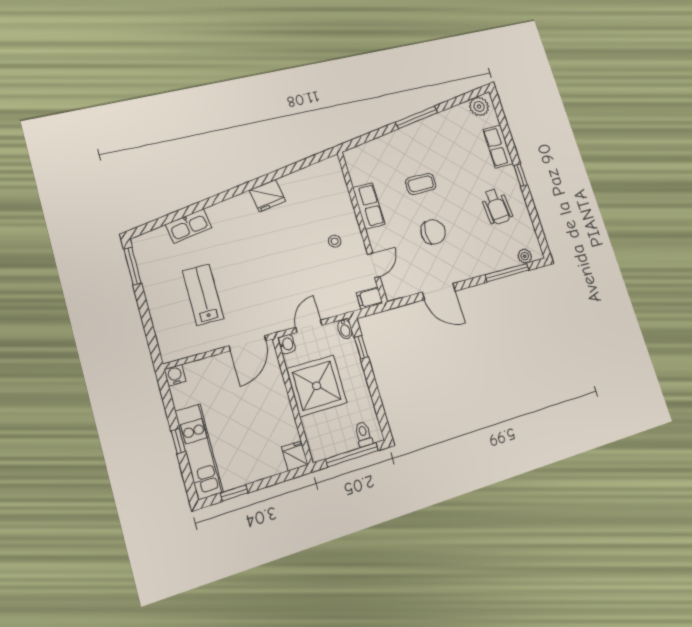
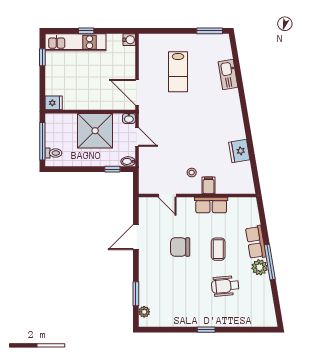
plant: (479, 106) -> (260, 267), moved
row of seats: (498, 147) -> (256, 242), moved, turned -99
fridge: (267, 196) -> (239, 151), moved
wheelchair: (497, 207) -> (225, 286), moved
chair: (433, 232) -> (180, 247), turned 90
window: (507, 272) -> (136, 294), width x0.69
lab bench: (203, 295) -> (178, 72), turned 90
filing cabinet: (370, 298) -> (209, 185), moved

